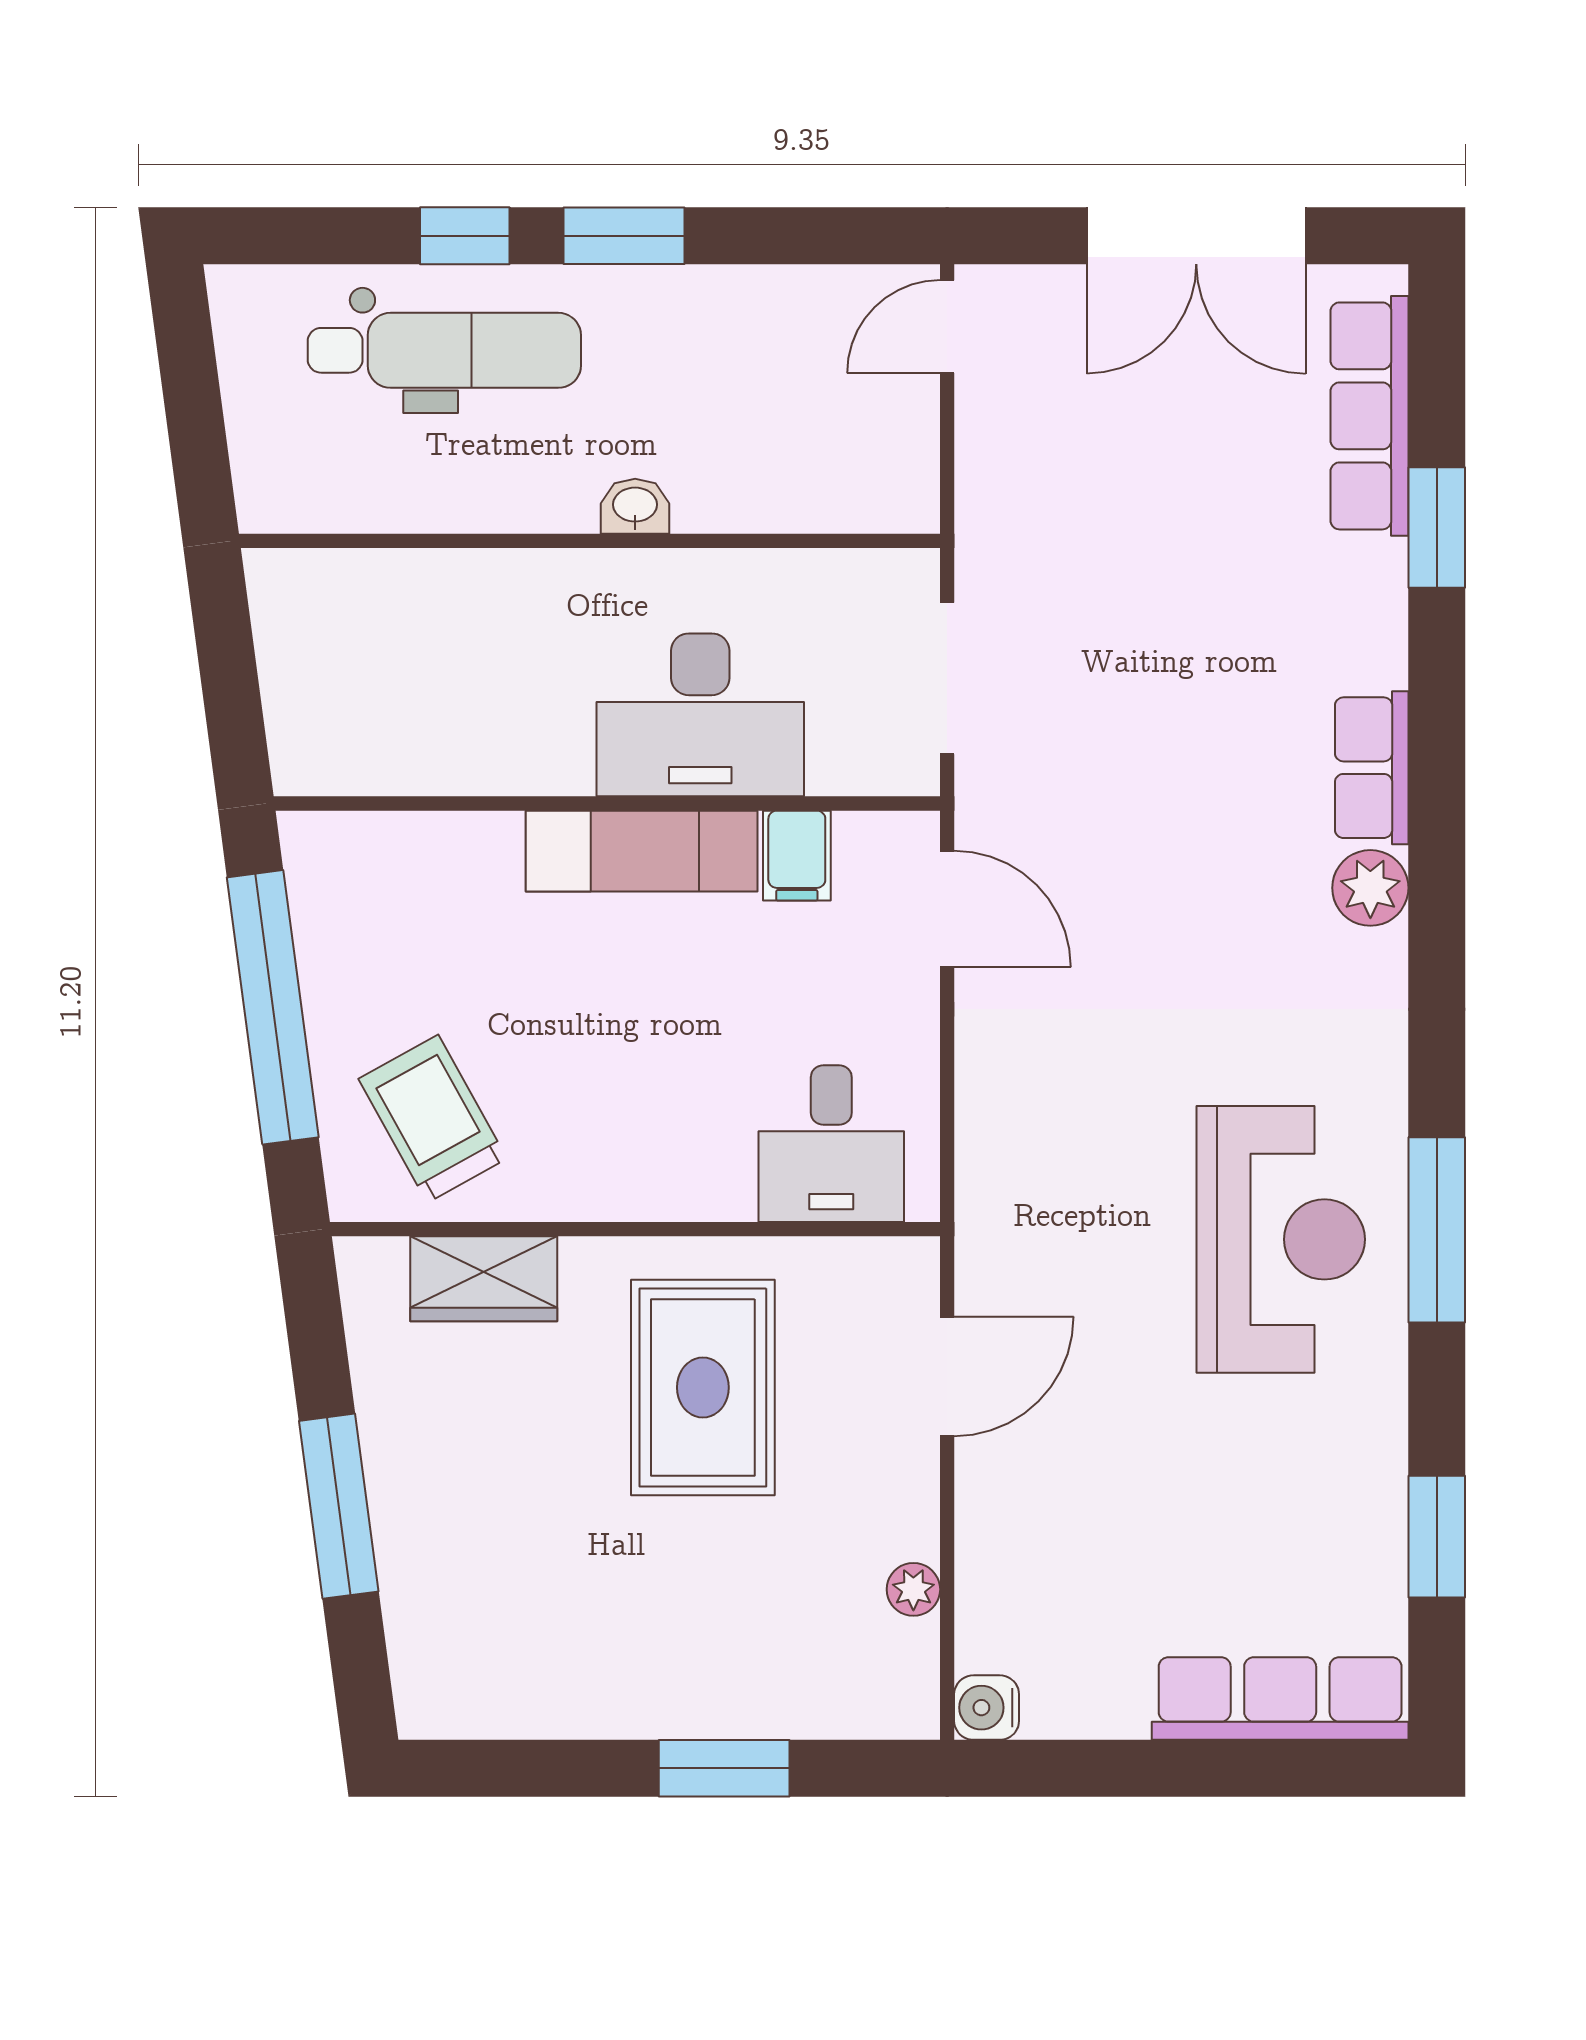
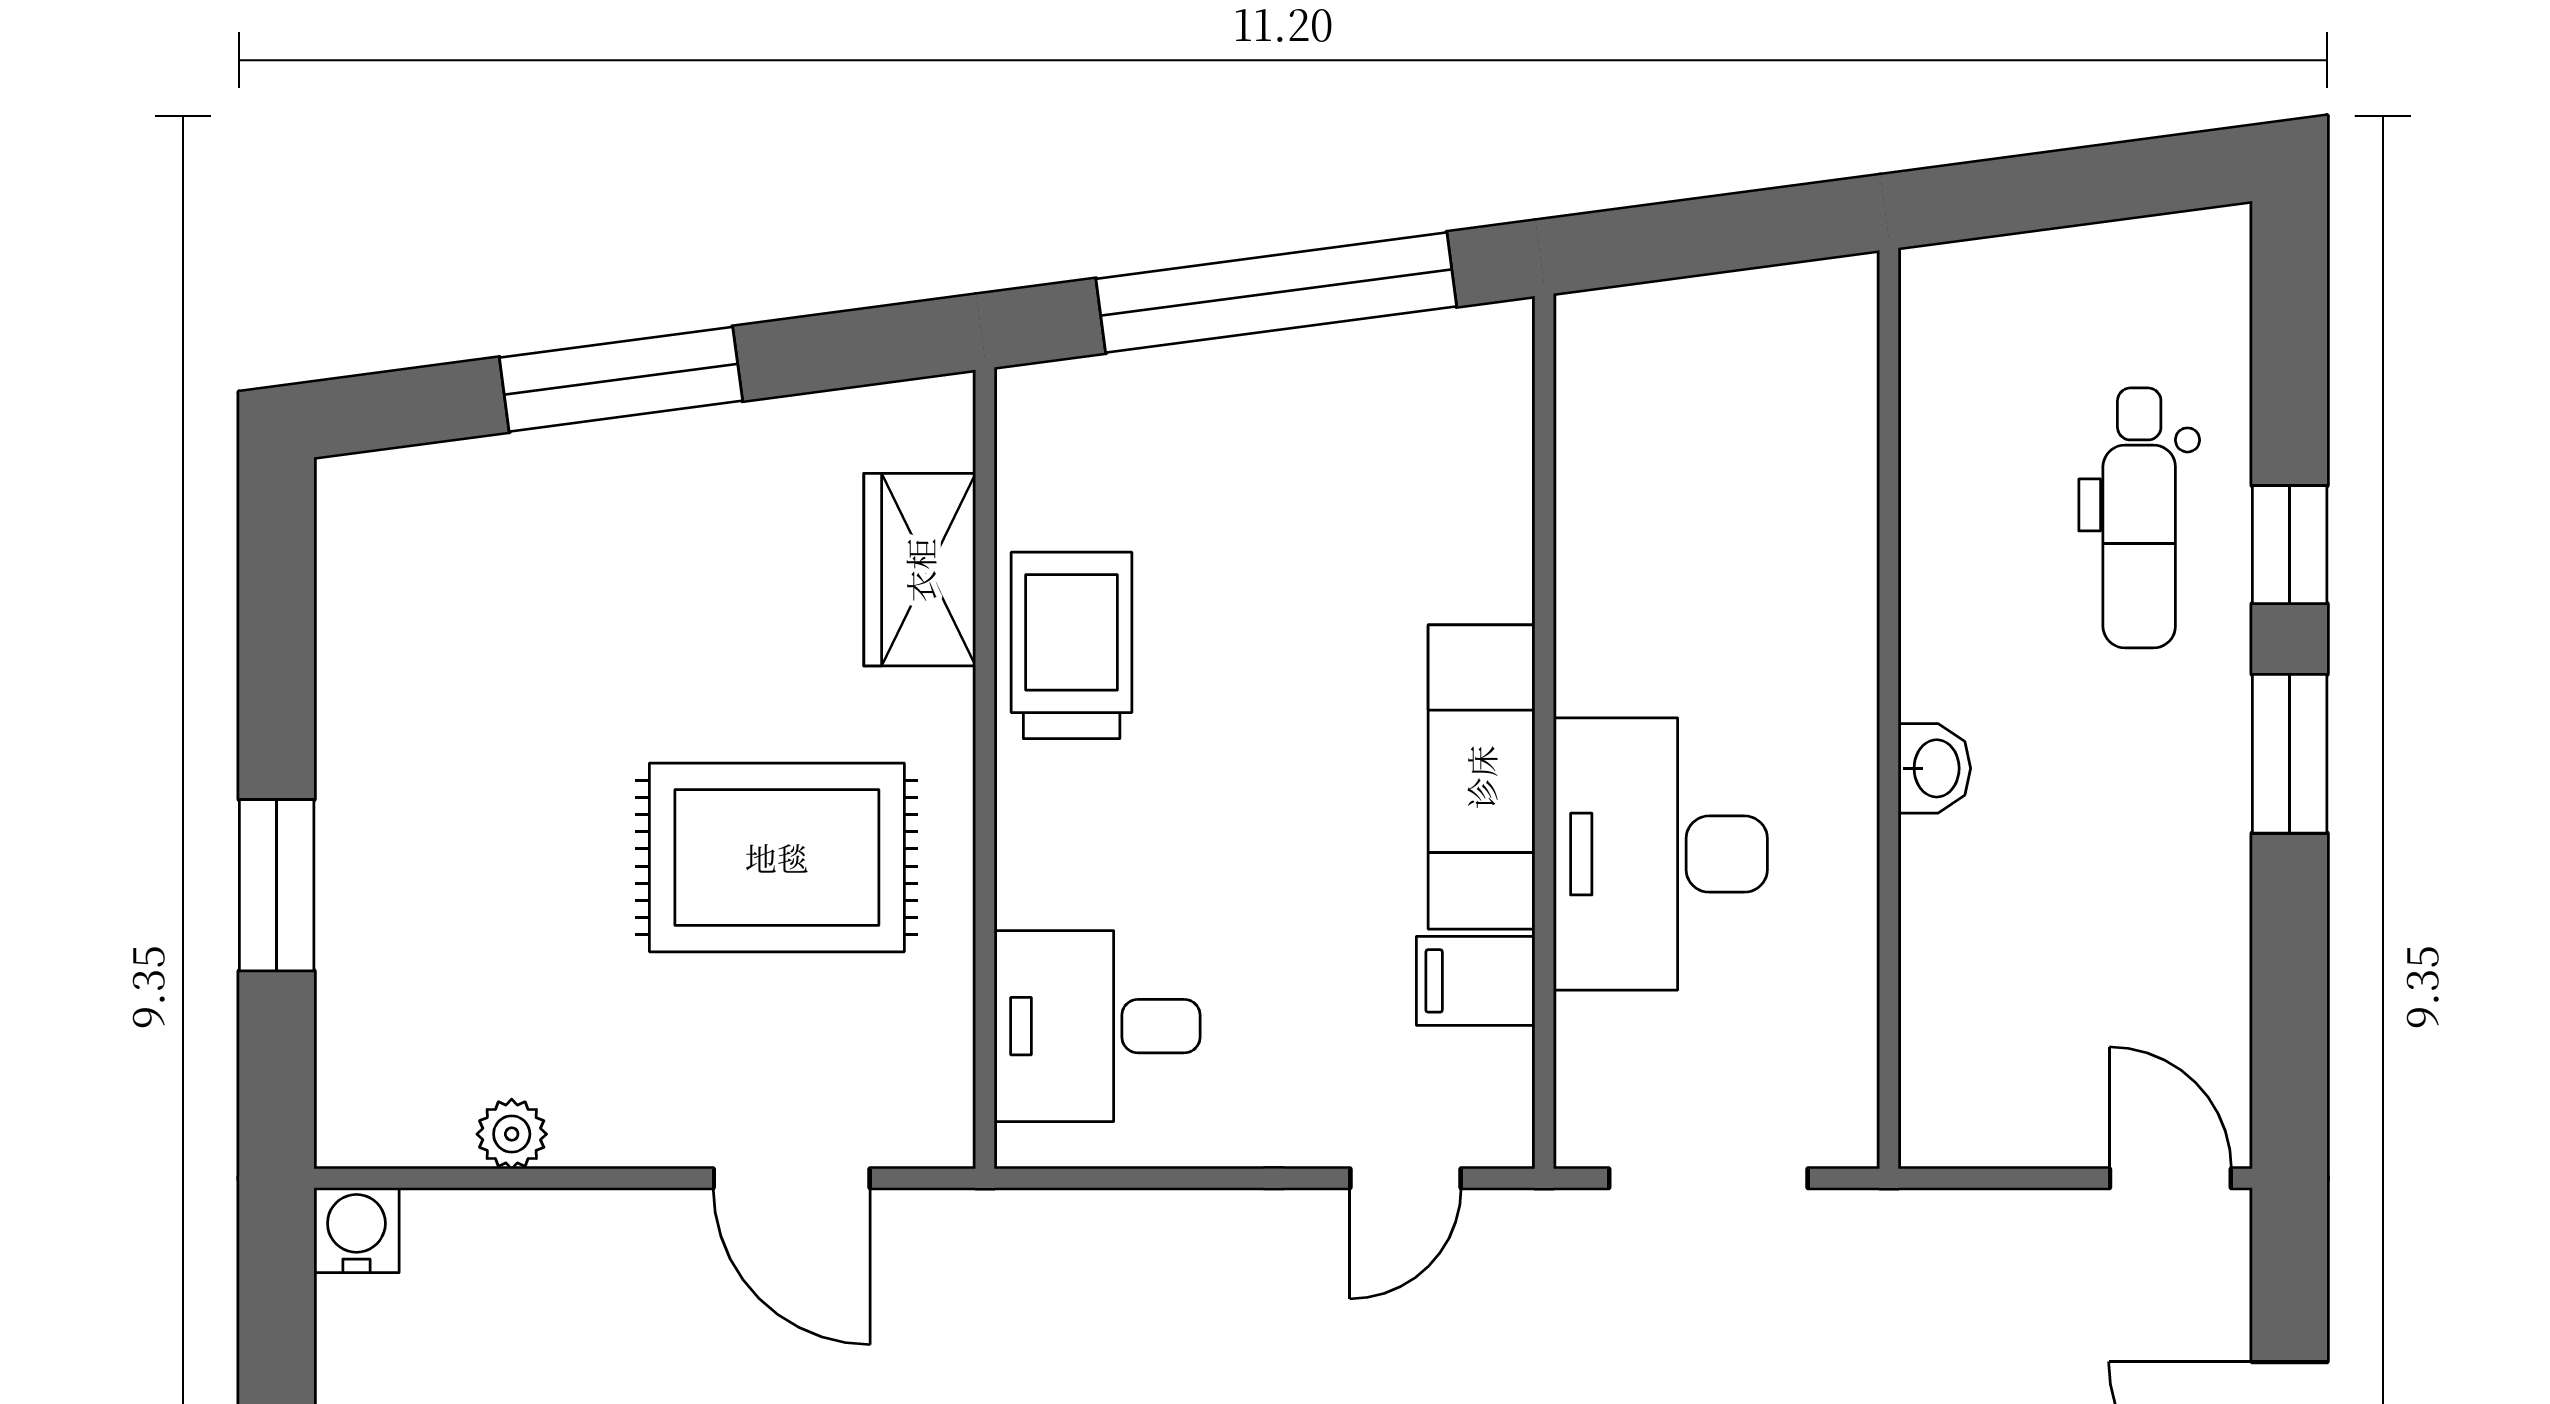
dental chair: (444, 350) -> (2139, 518), width x0.73, depth x0.72
door: (947, 909) -> (1406, 1178), width x0.73
trolley: (433, 1119) -> (1072, 645), moved, turned -61

